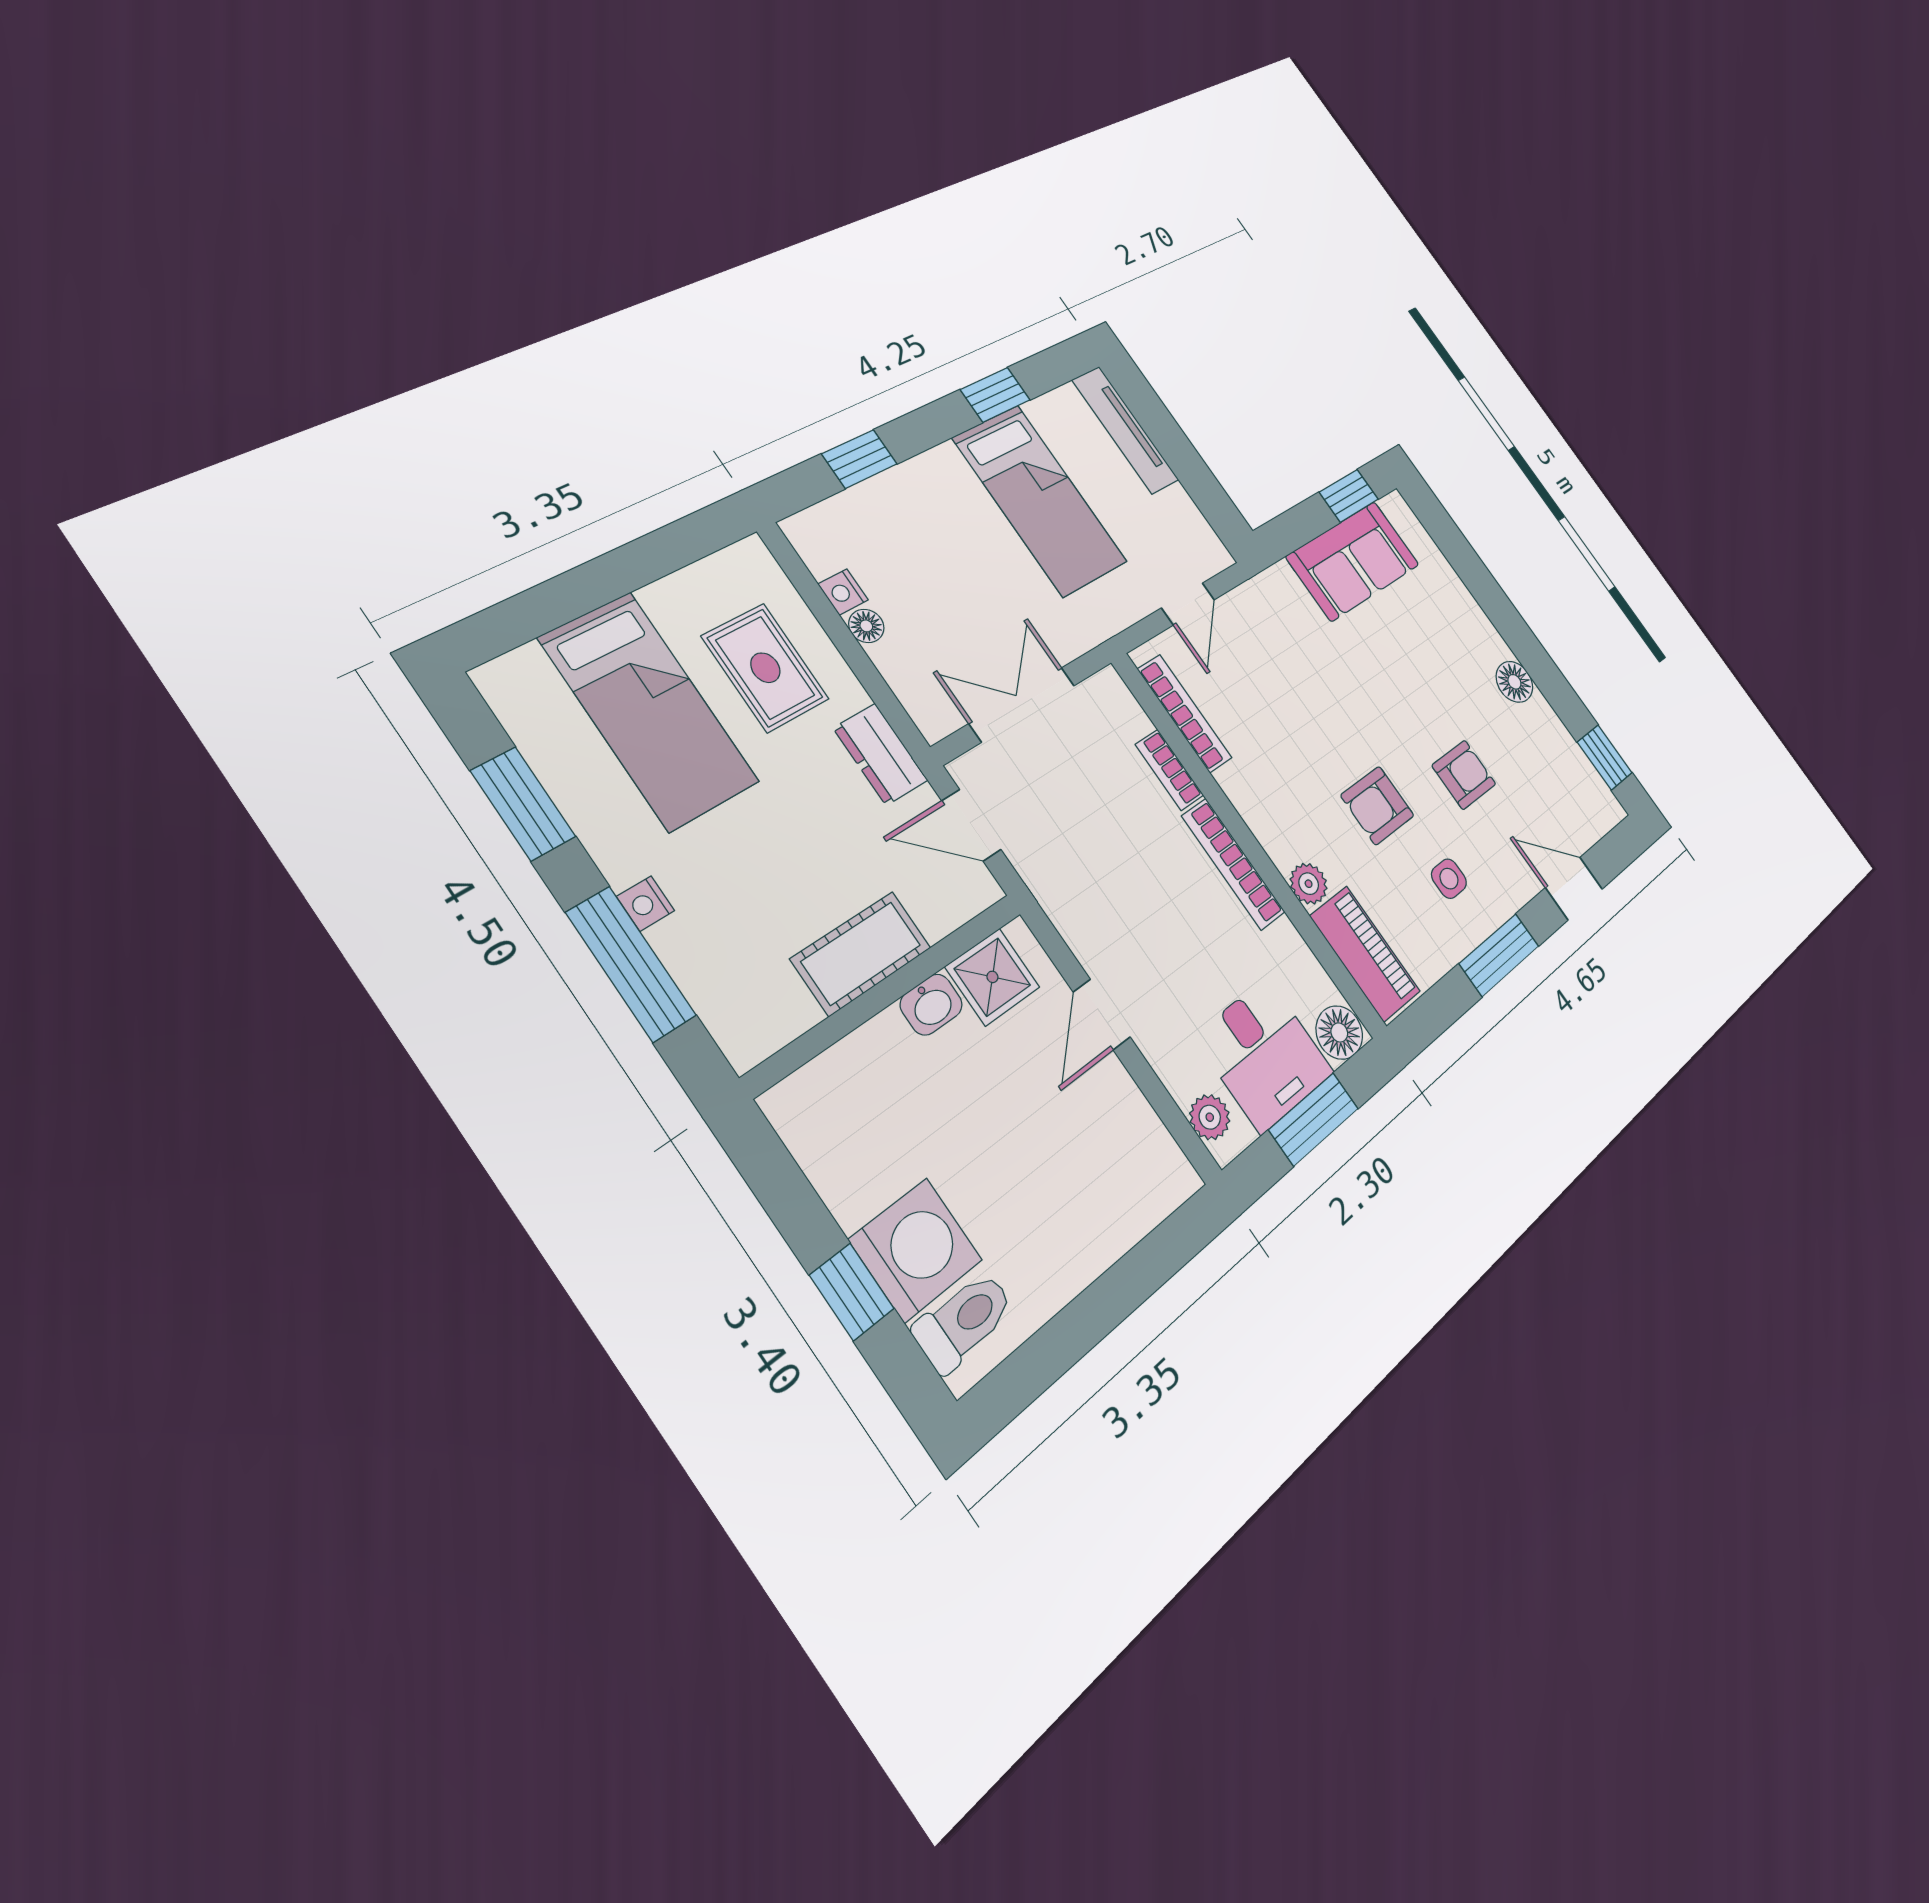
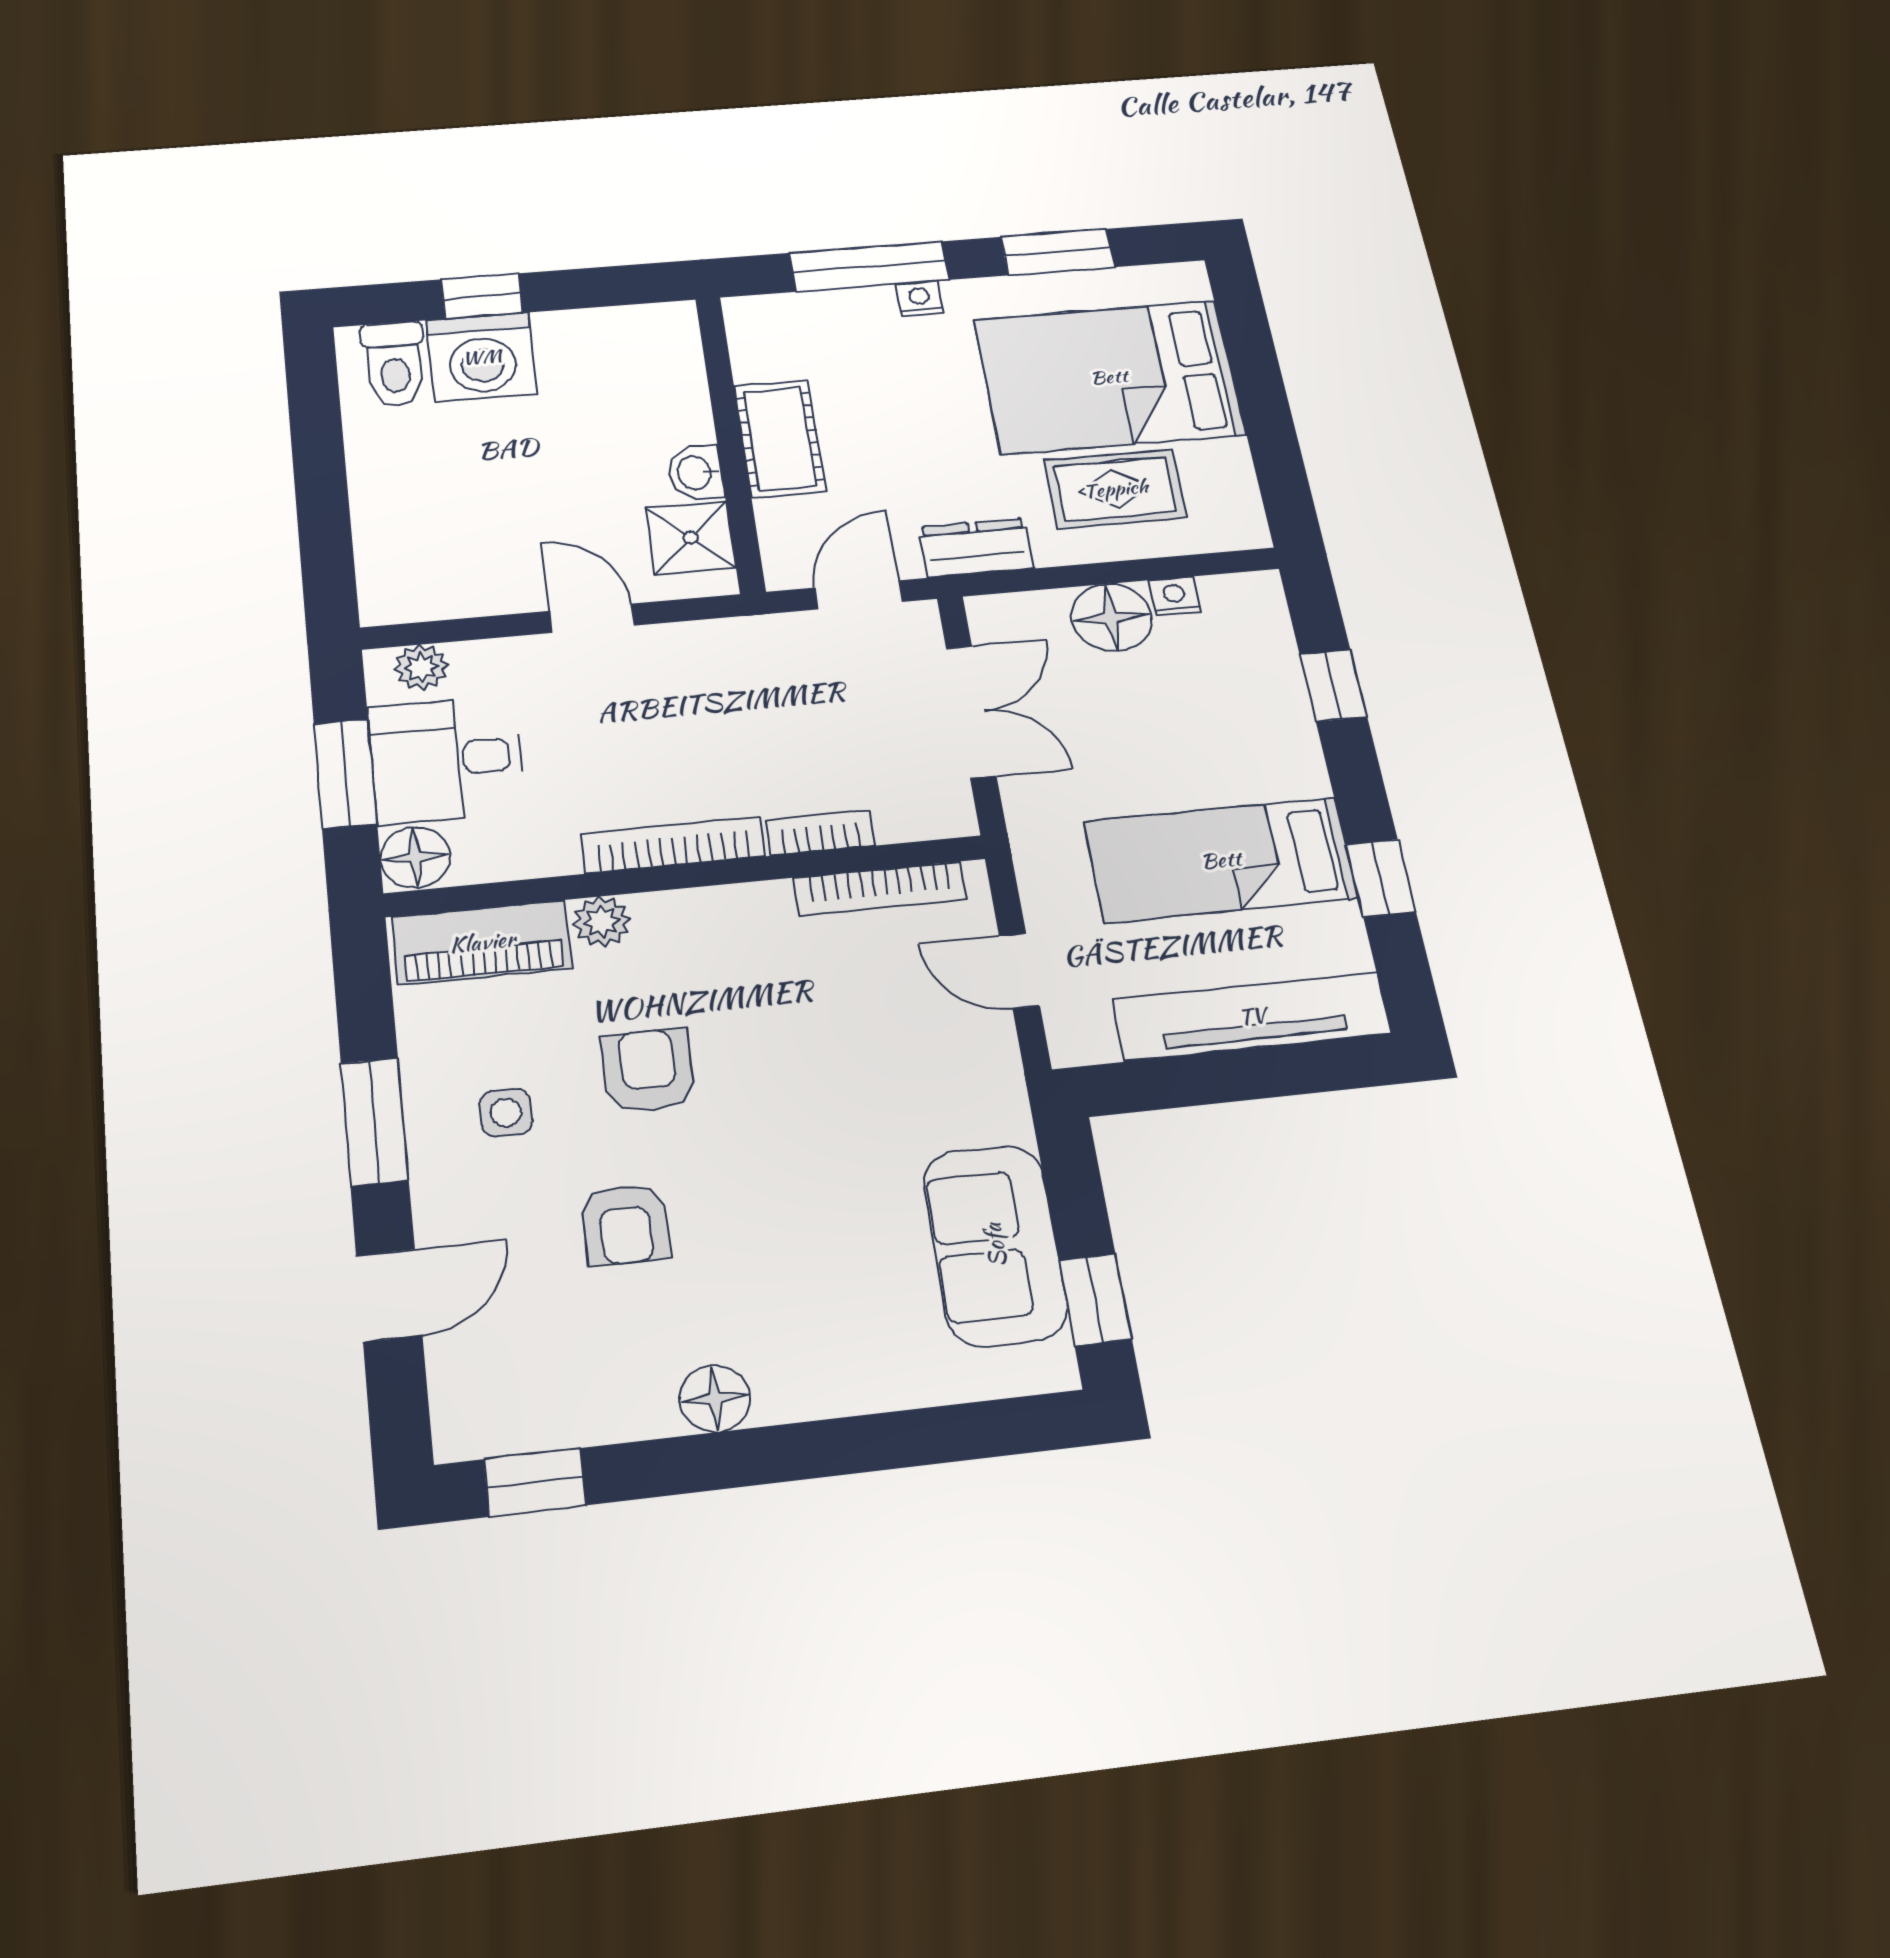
tv unit: (1125, 430) -> (1252, 1016), width x1.36, depth x1.29
floor lamp: (866, 626) -> (1111, 618), width x1.89, depth x1.89
bed: (649, 710) -> (1109, 377), width x1.50

